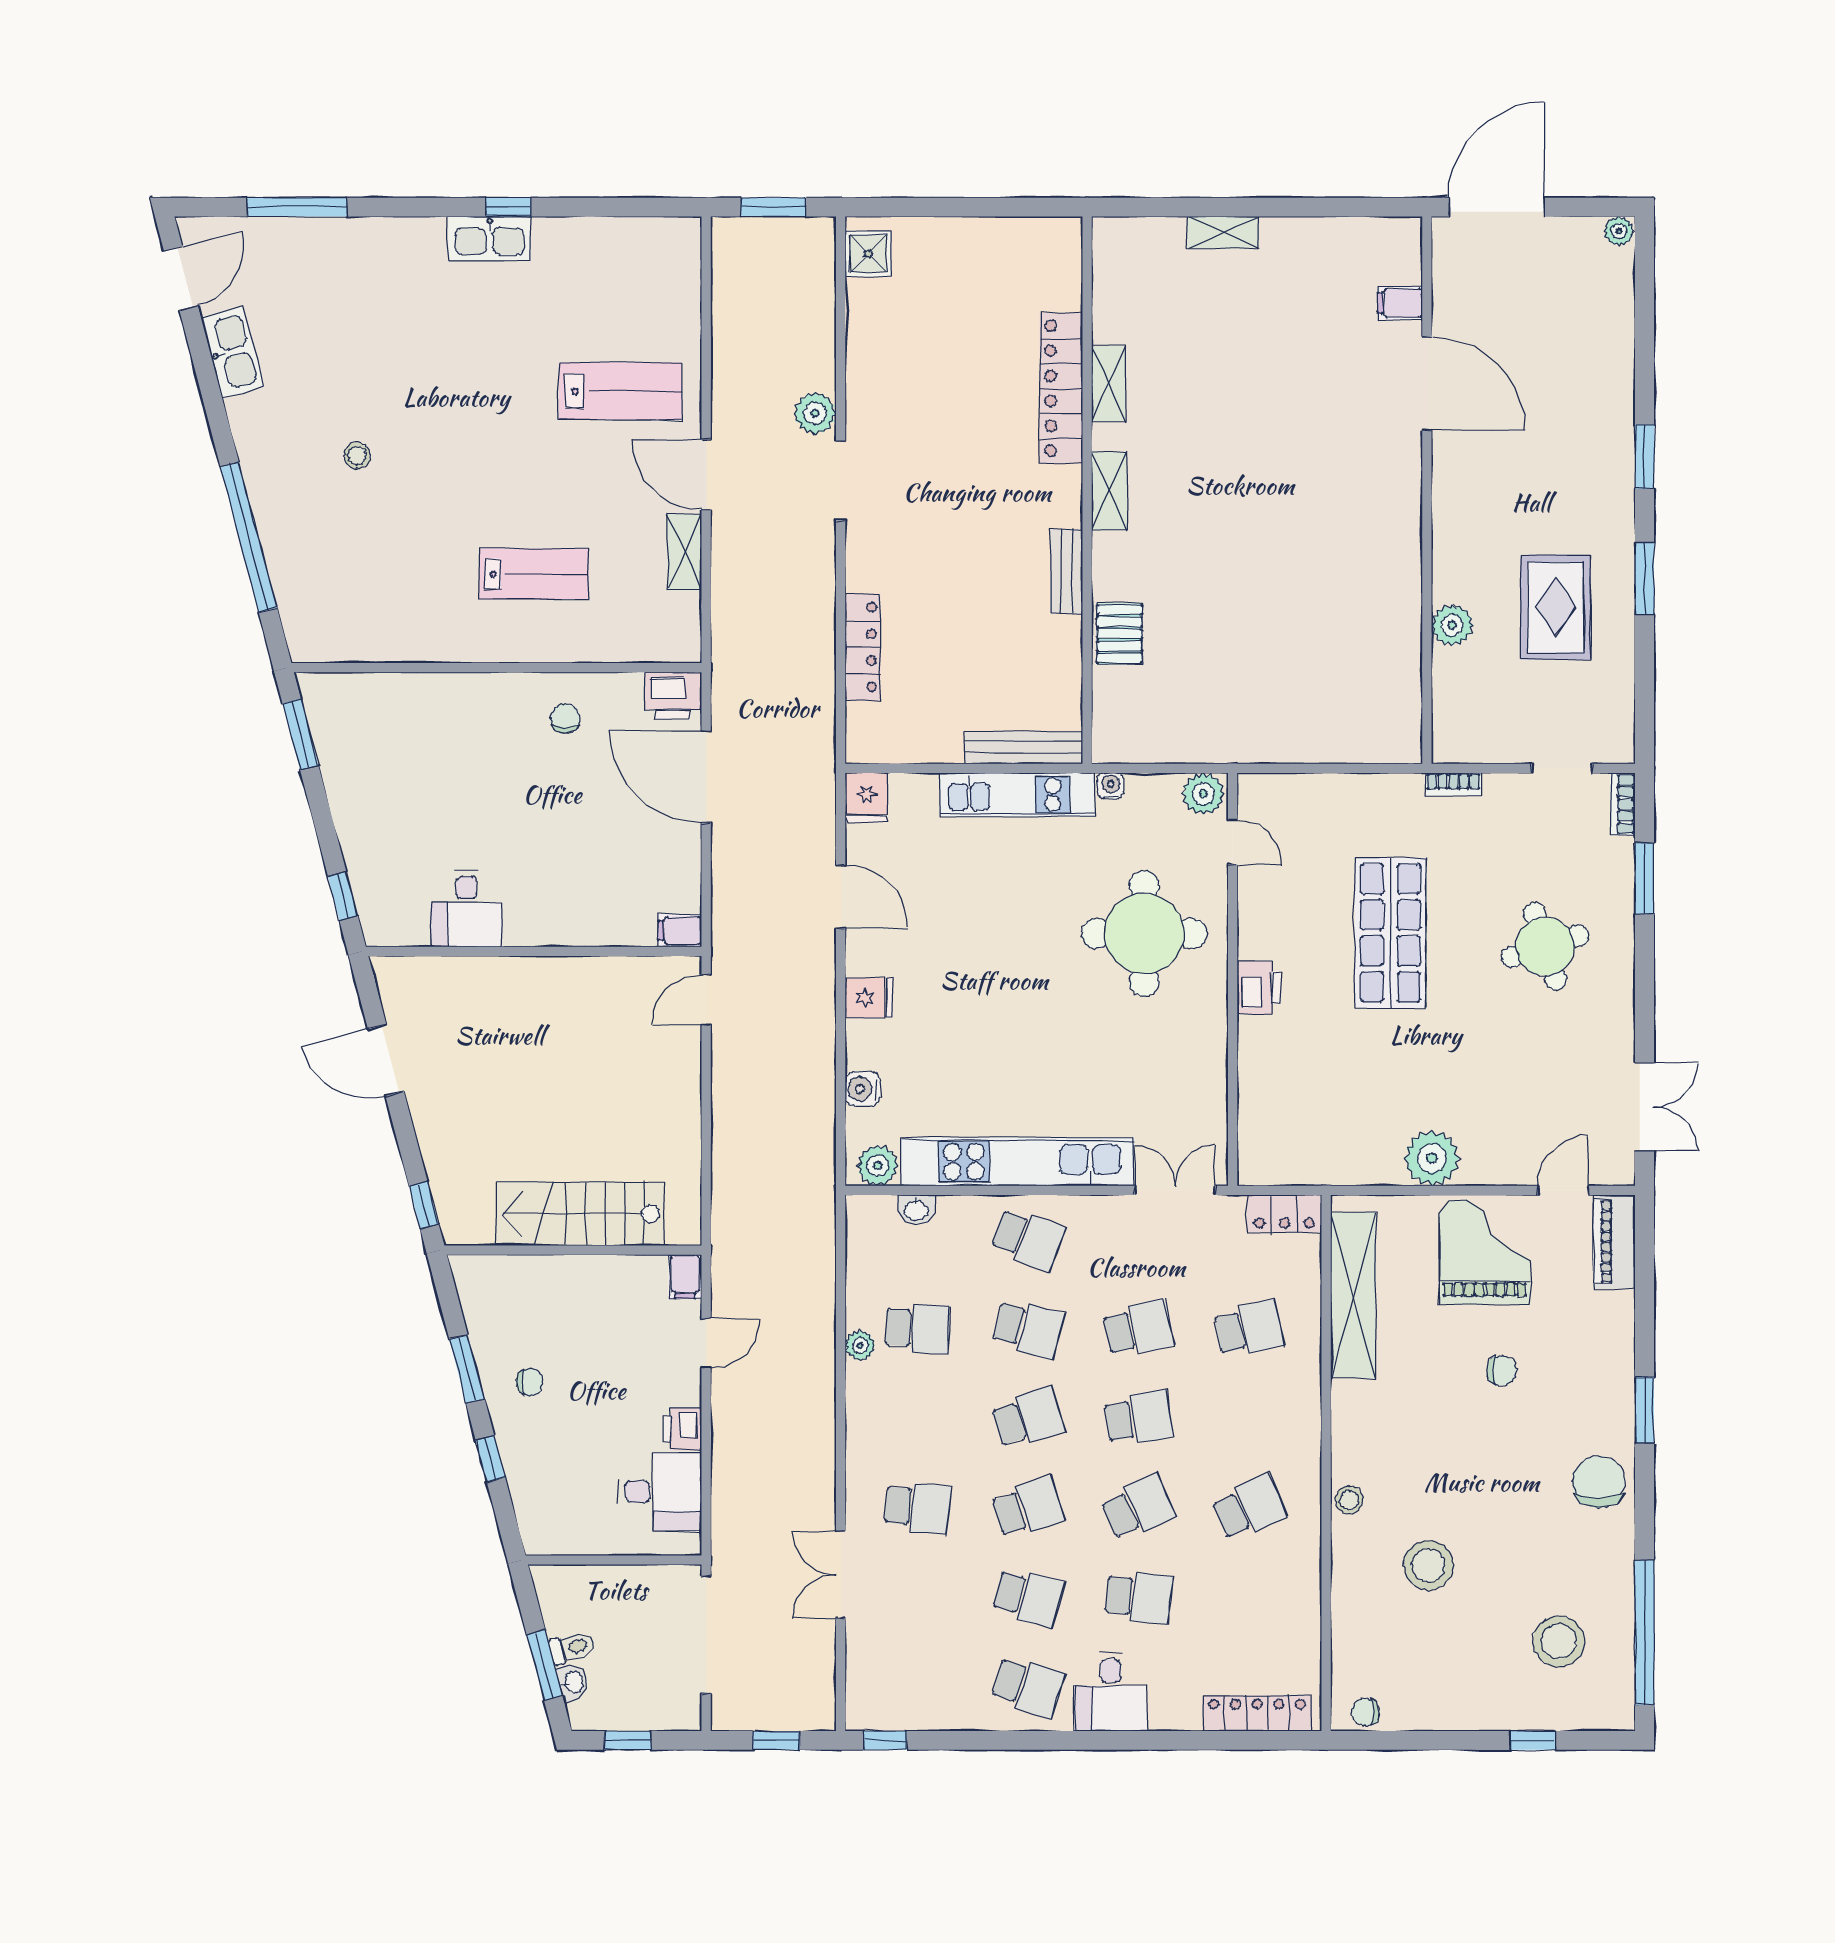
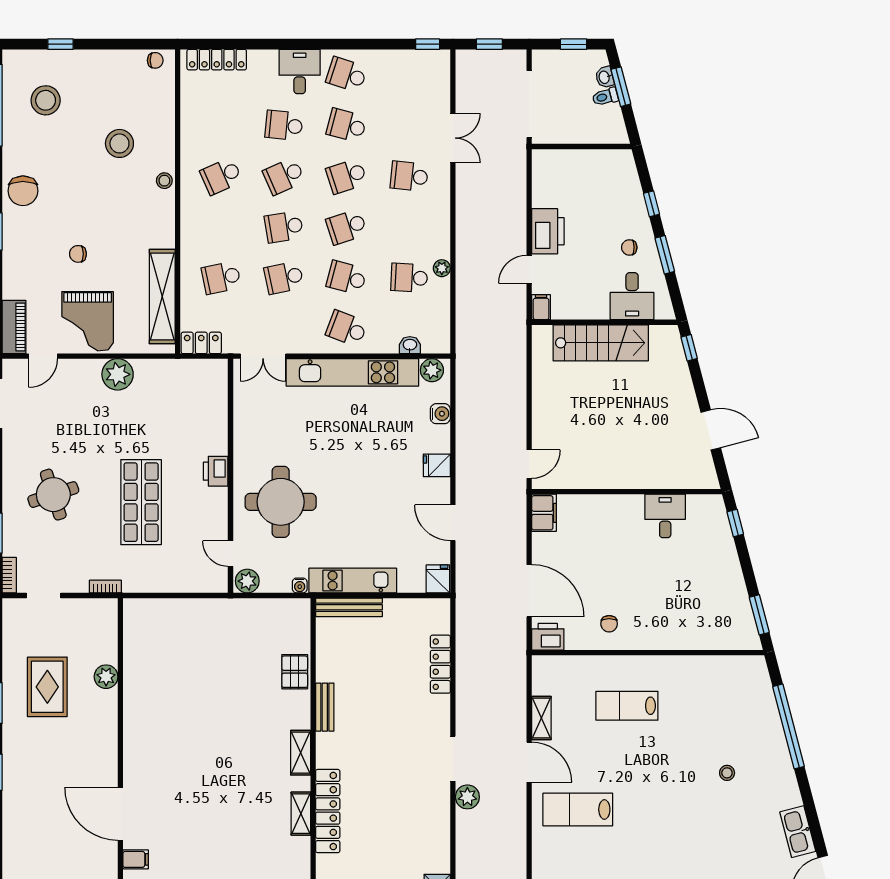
filing cabinet: (680, 930) -> (544, 513), width x2.00
printer: (682, 1429) -> (548, 231), width x1.87, depth x1.48
desk: (660, 1492) -> (632, 296), moved, turned -90

